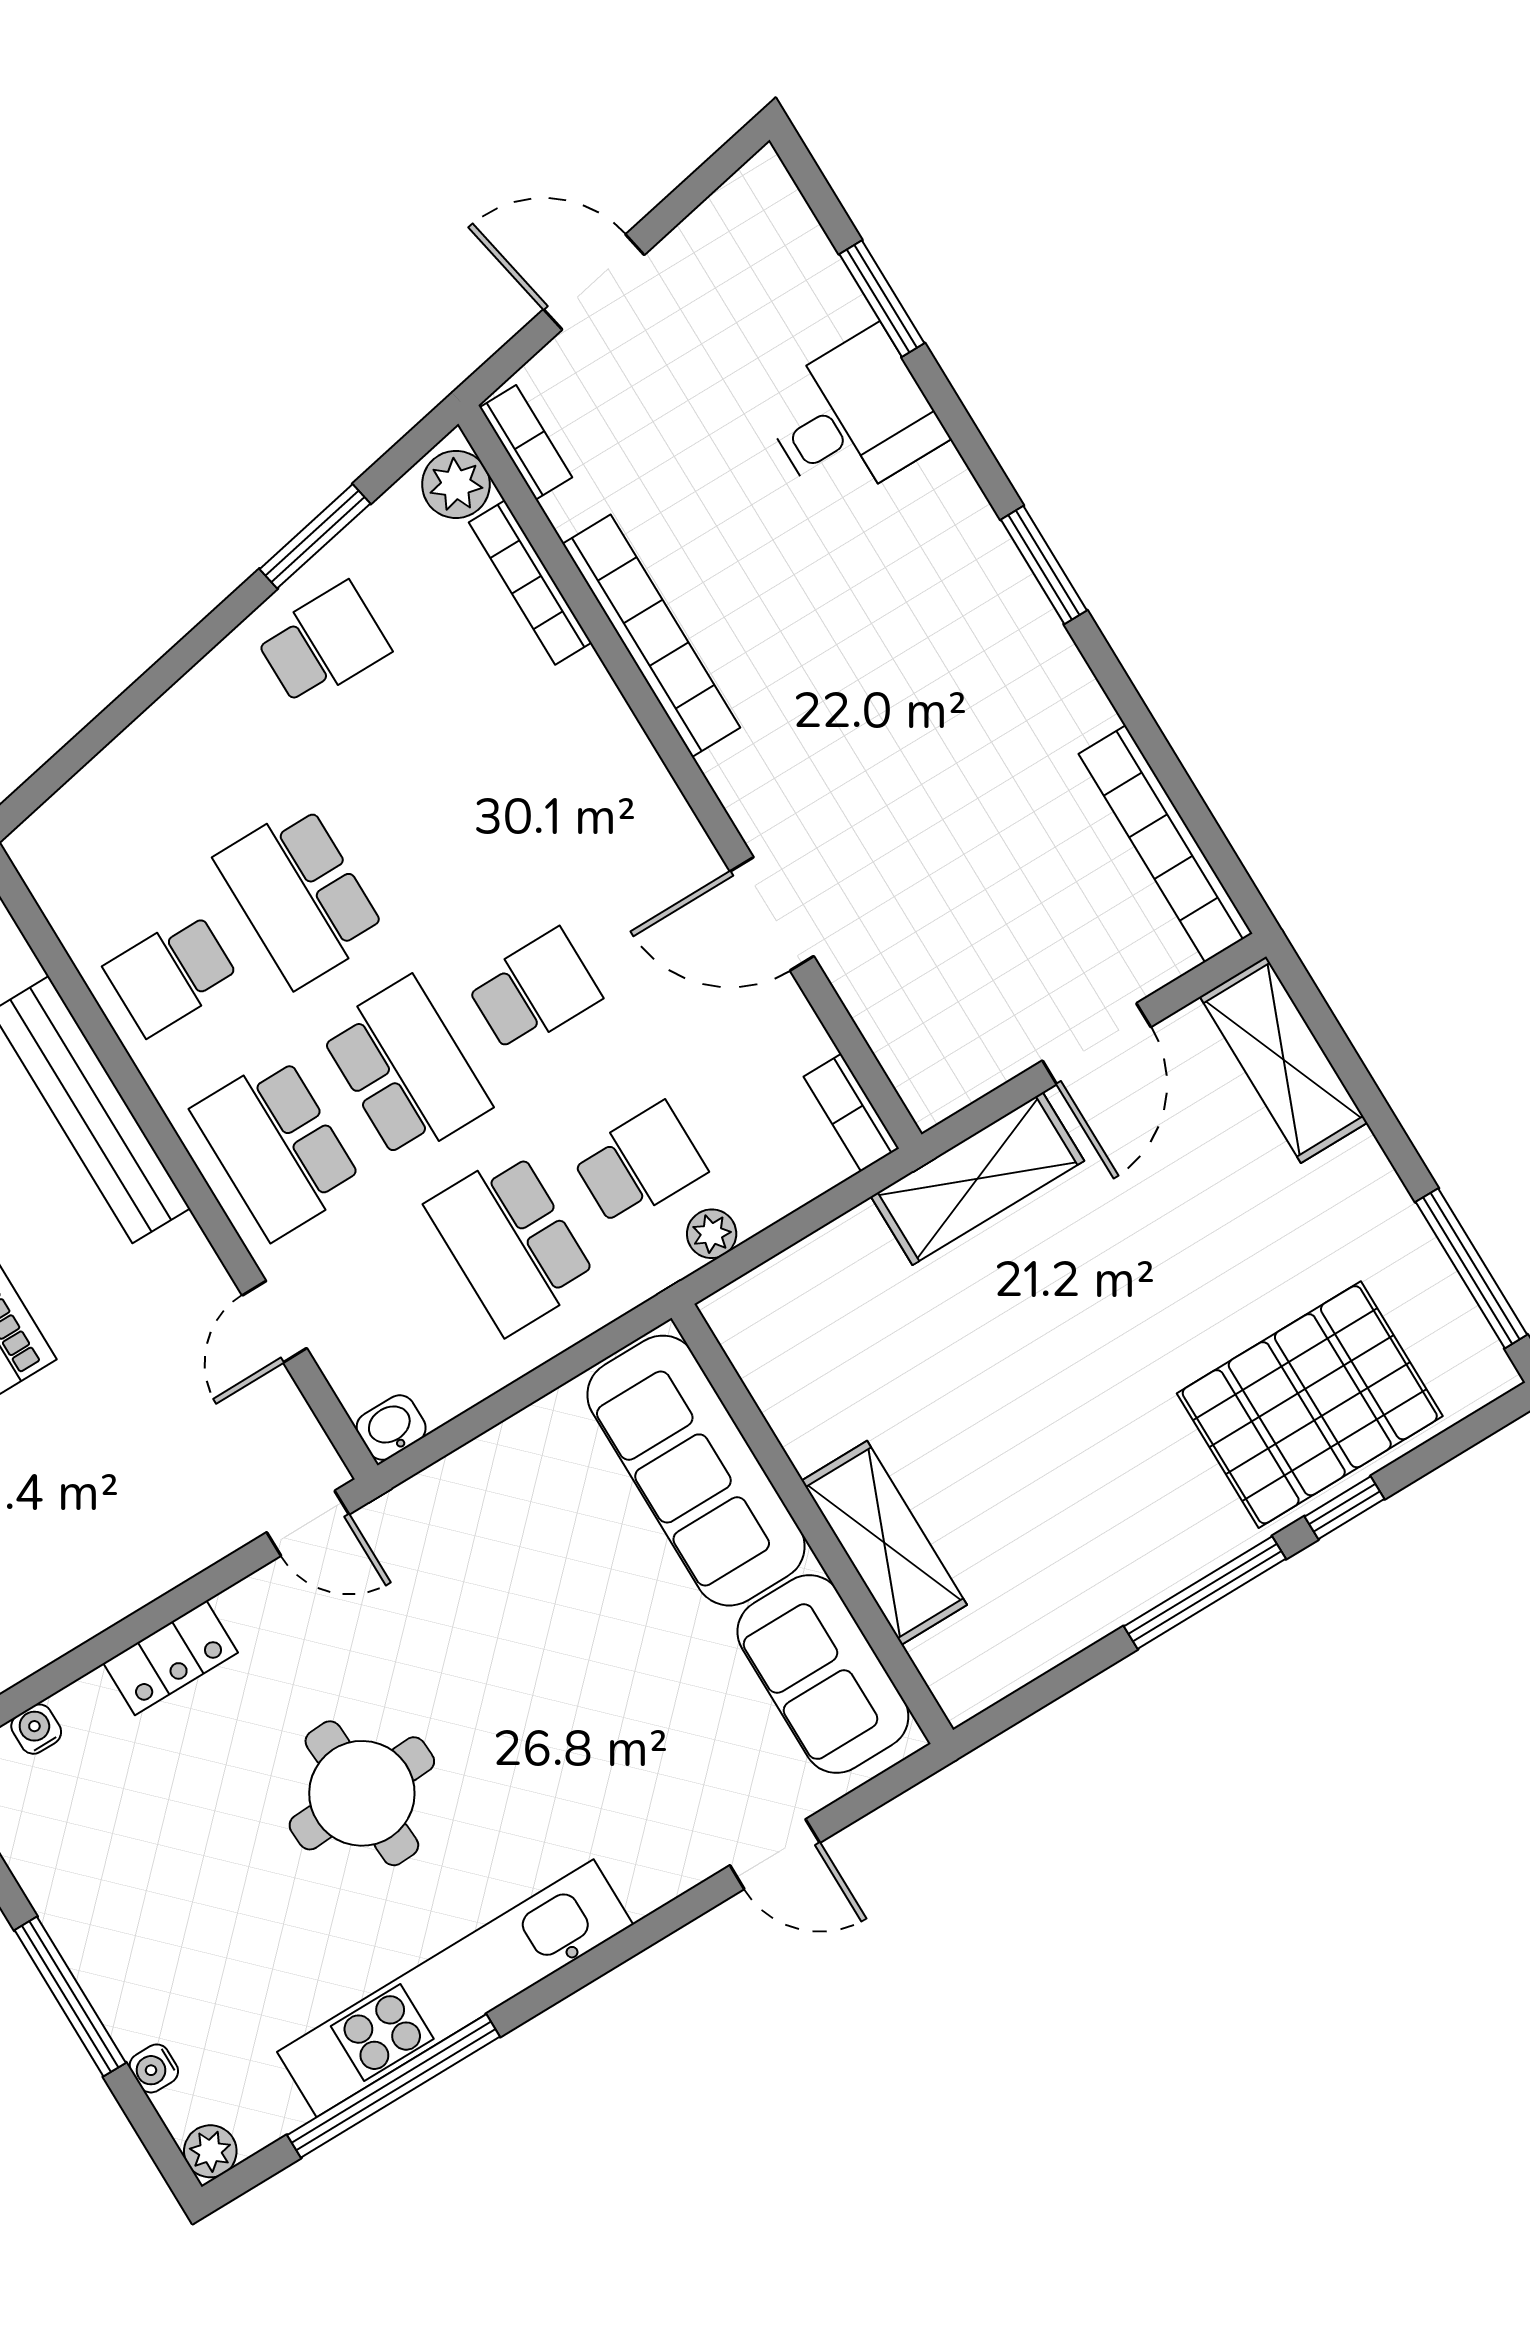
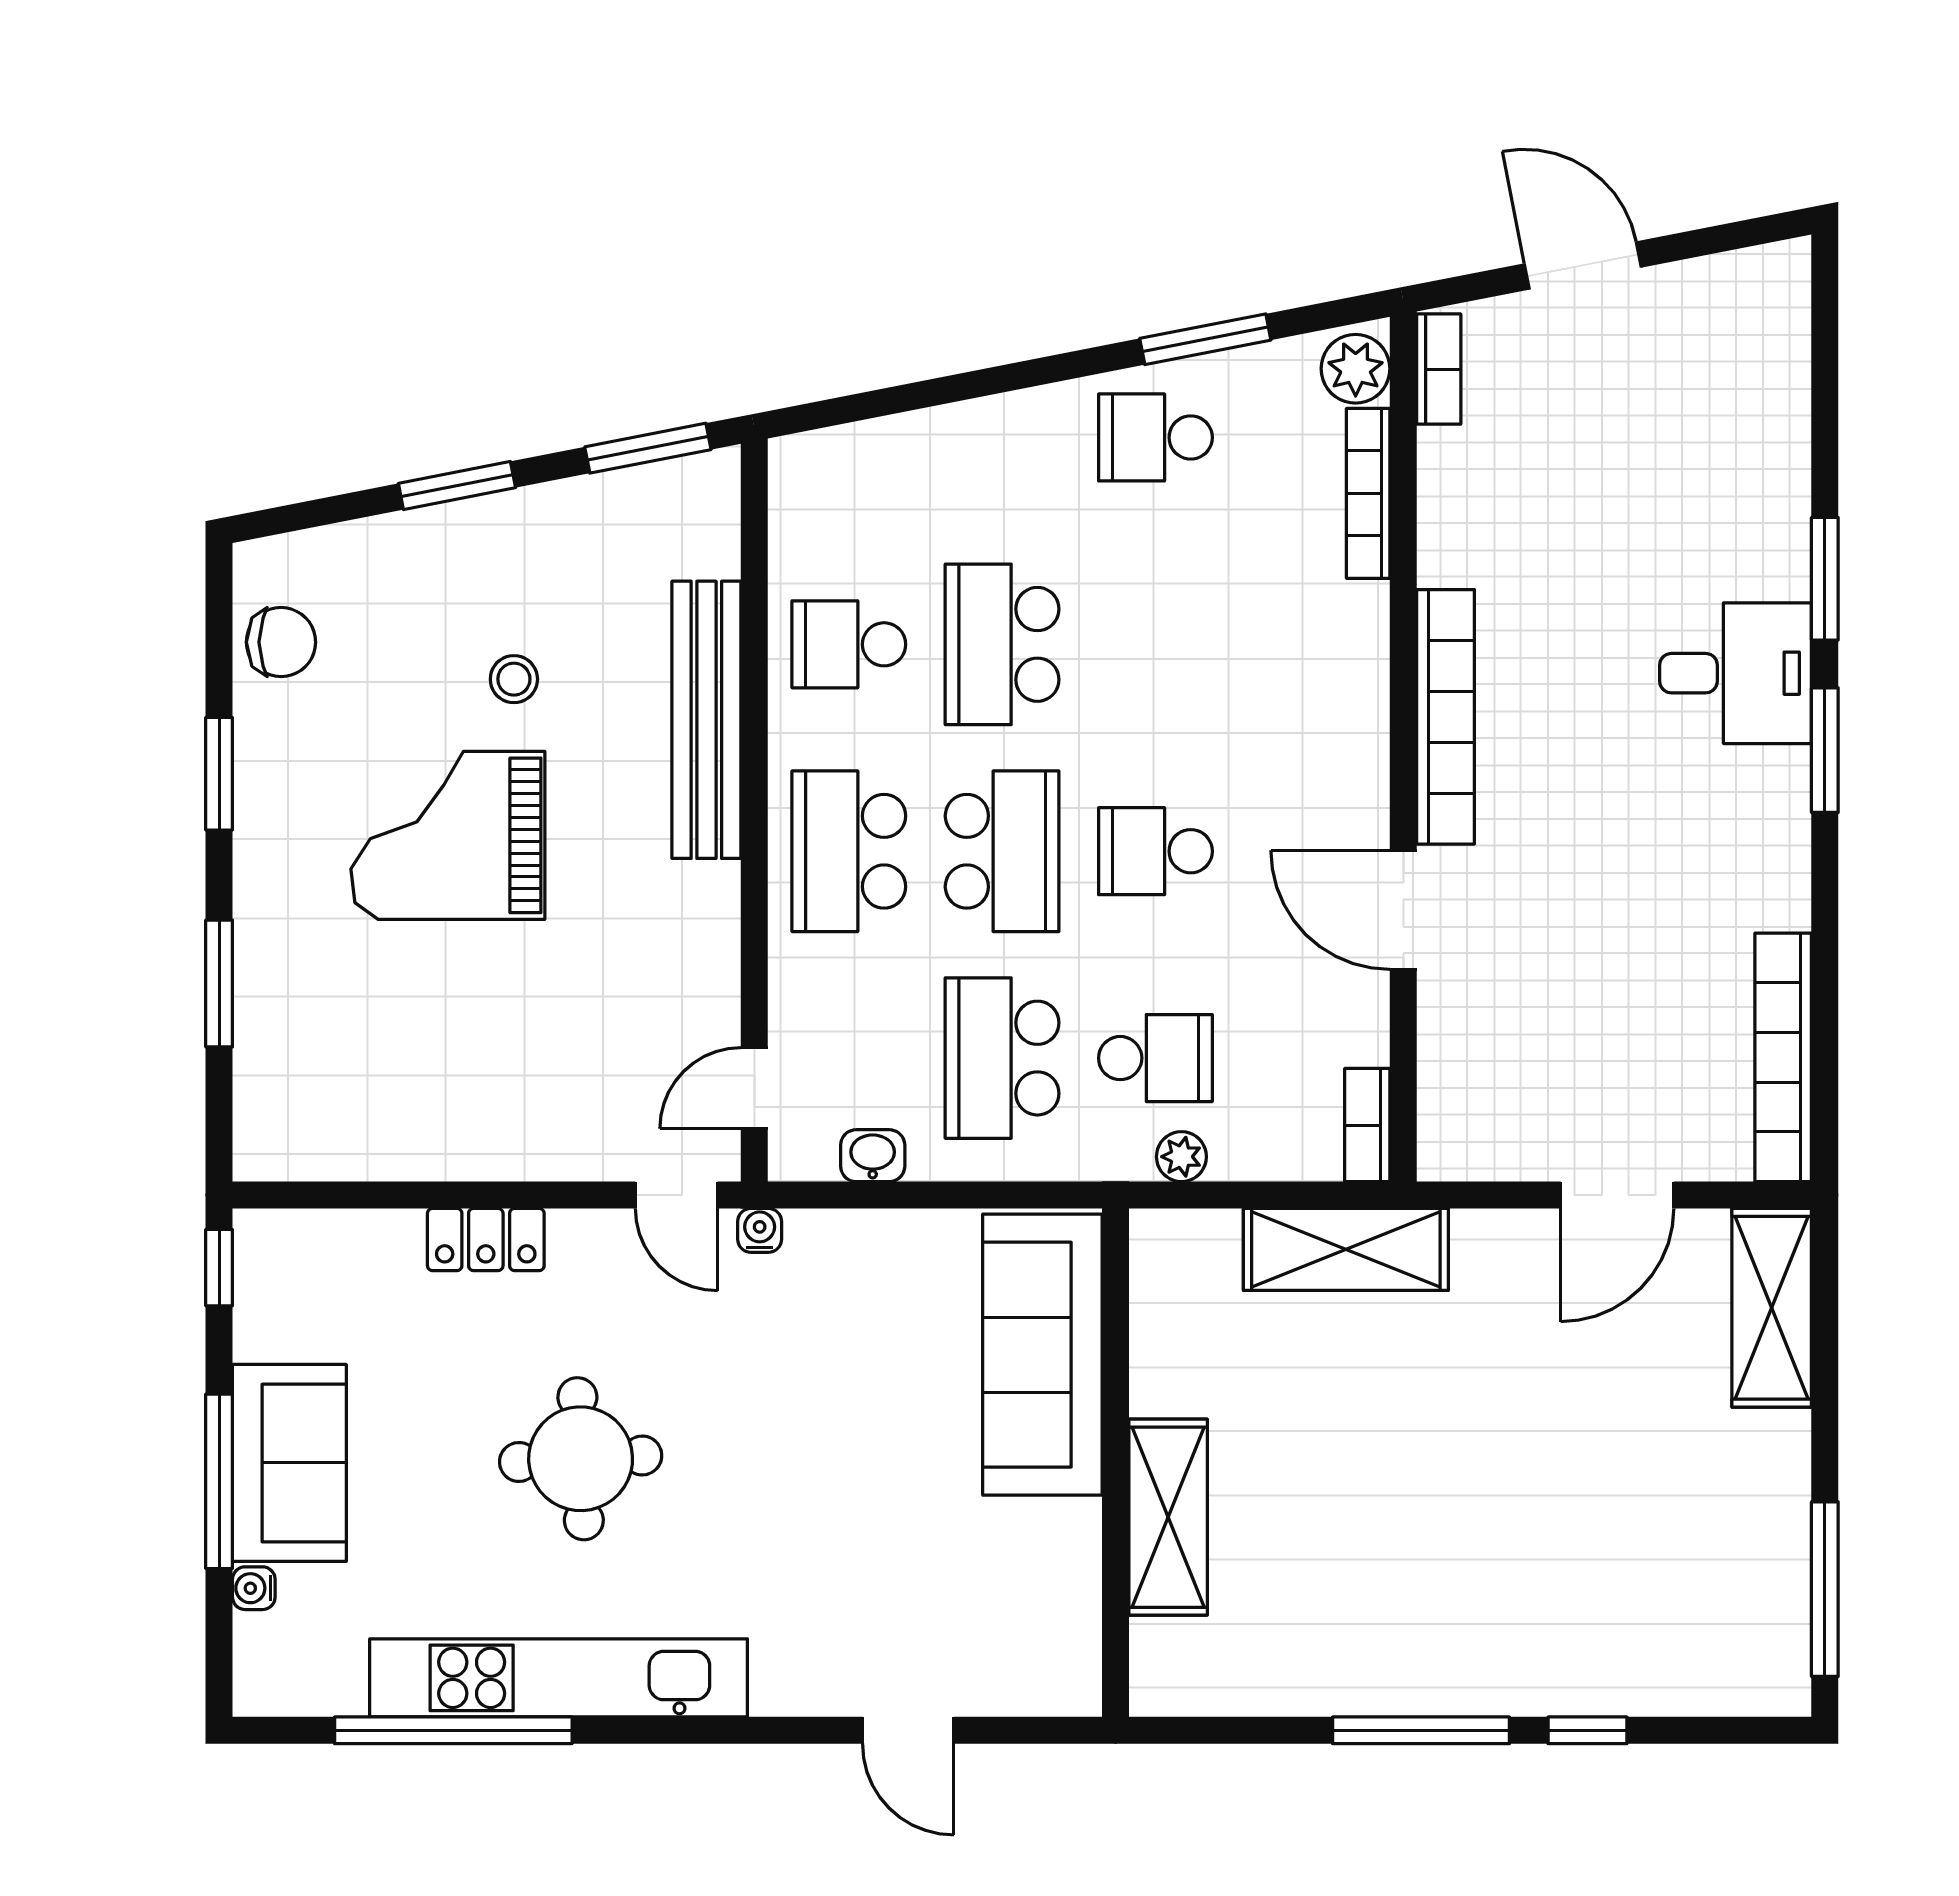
window: (882, 299) -> (1825, 579), moved
desk: (852, 419) -> (1736, 673), moved
bookcase: (651, 636) -> (1446, 717), moved
school desk: (323, 644) -> (1155, 437), turned 180
school desk: (534, 991) -> (1155, 851), turned 180
shelving: (977, 1179) -> (1346, 1249), moved
door: (275, 1322) -> (754, 1088), moved
pallet: (1310, 1405) -> (1612, 1622), removed
washbasin: (391, 1428) -> (873, 1156), moved
sofa: (823, 1674) -> (289, 1463), moved, turned 180
water cooler: (36, 1729) -> (760, 1230), moved
plant: (210, 2151) -> (259, 1690), removed

